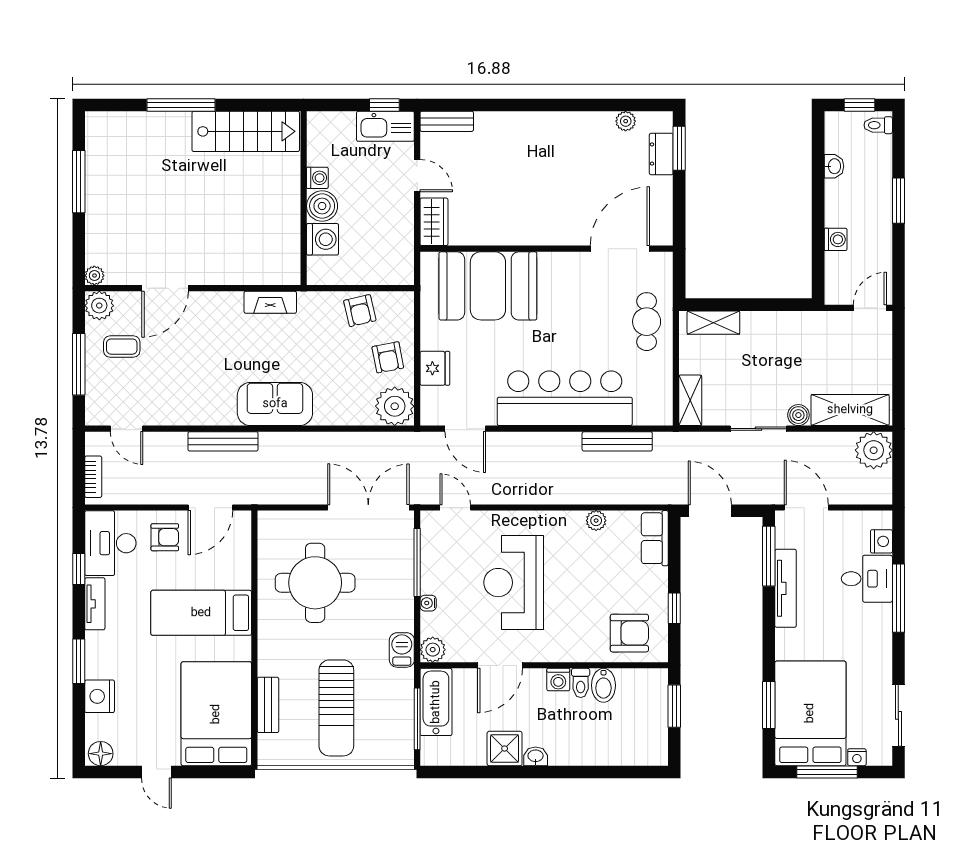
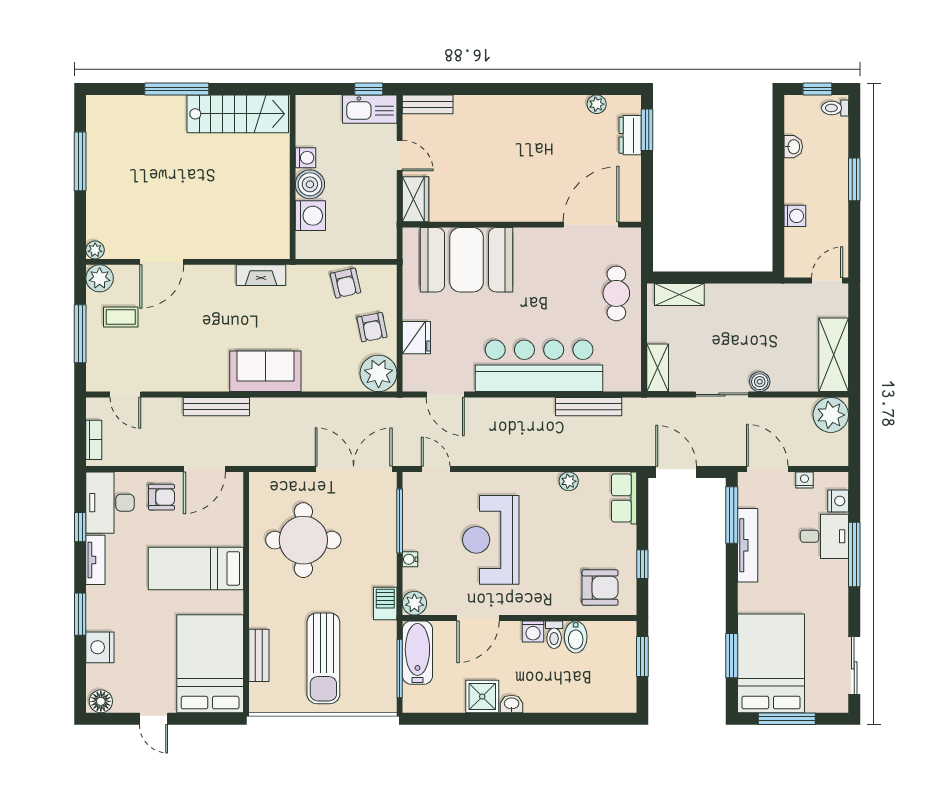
shelving: (850, 410) -> (834, 355), moved, turned 90
nightstand: (857, 757) -> (804, 480), moved, turned 180

